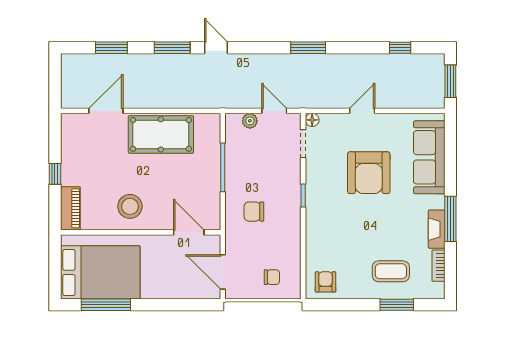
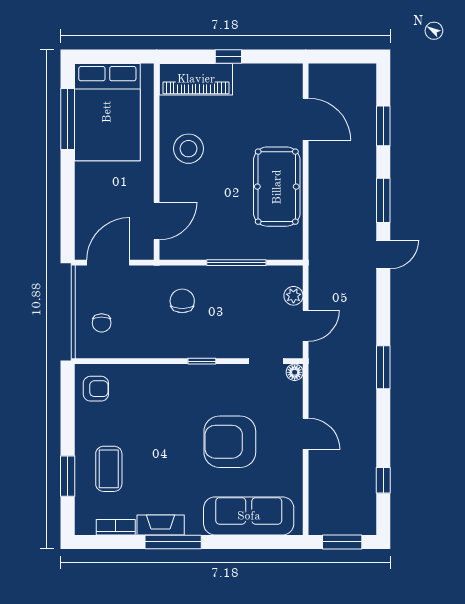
piano: (70, 208) -> (196, 79), width x1.37, depth x1.33

